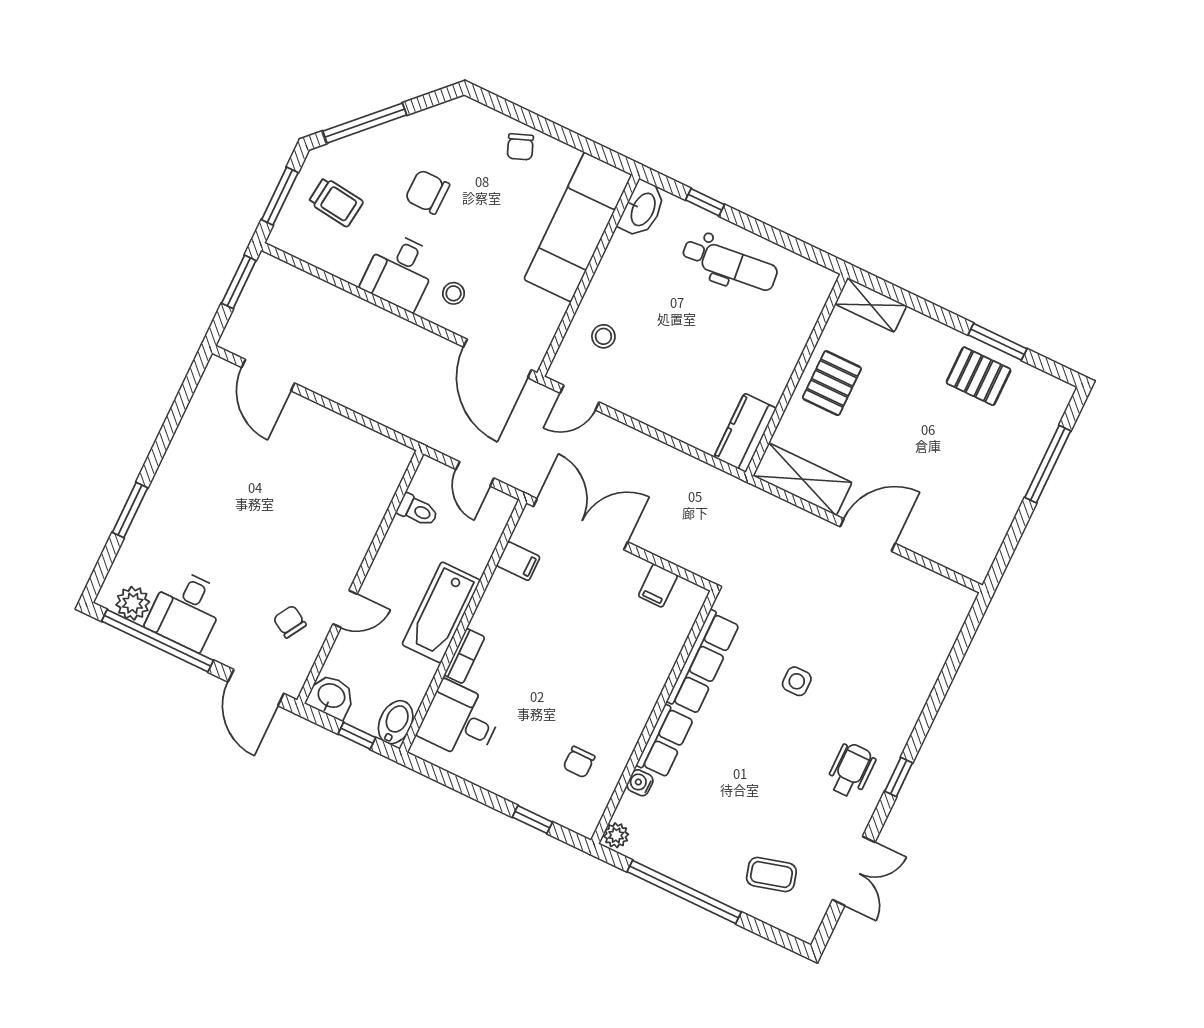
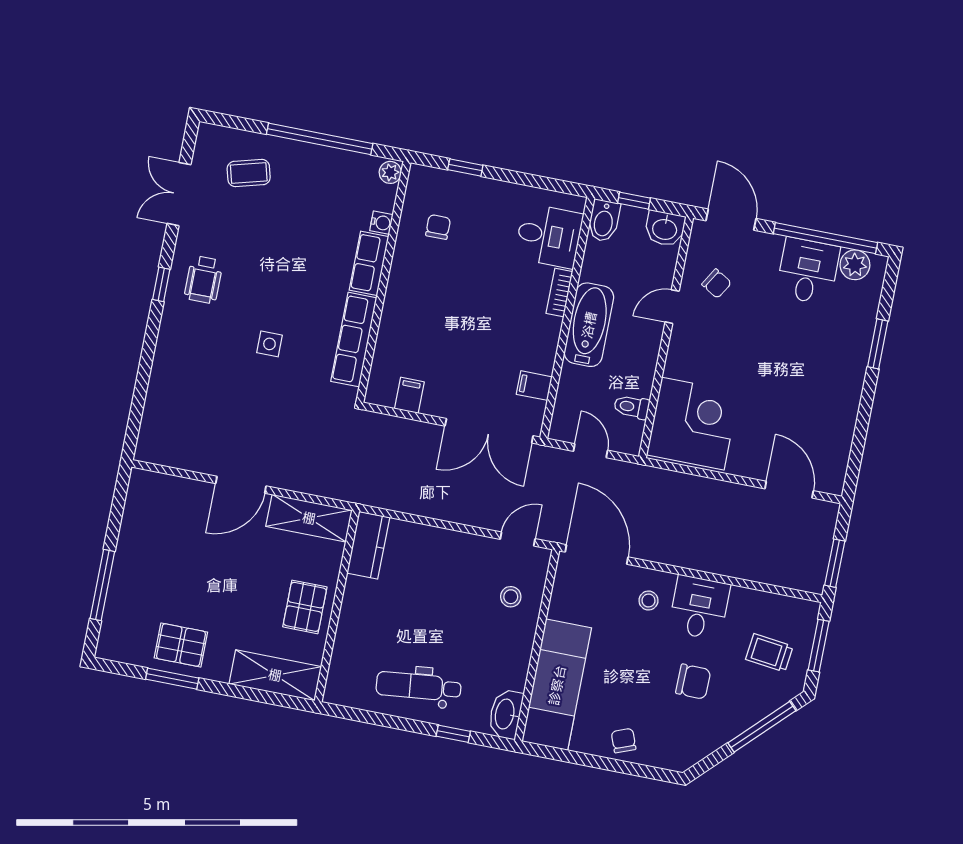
shelving: (871, 305) -> (275, 675), width x1.50, depth x1.33
corner desk: (355, 475) -> (693, 424), added

